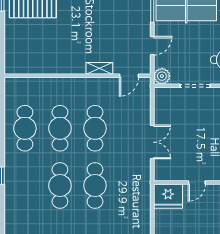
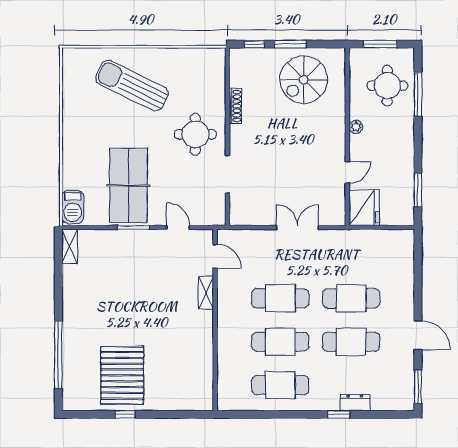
plant: (162, 76) -> (216, 216), removed
door: (197, 183) -> (347, 172), hinge flipped
dresser: (11, 189) -> (355, 403), added

